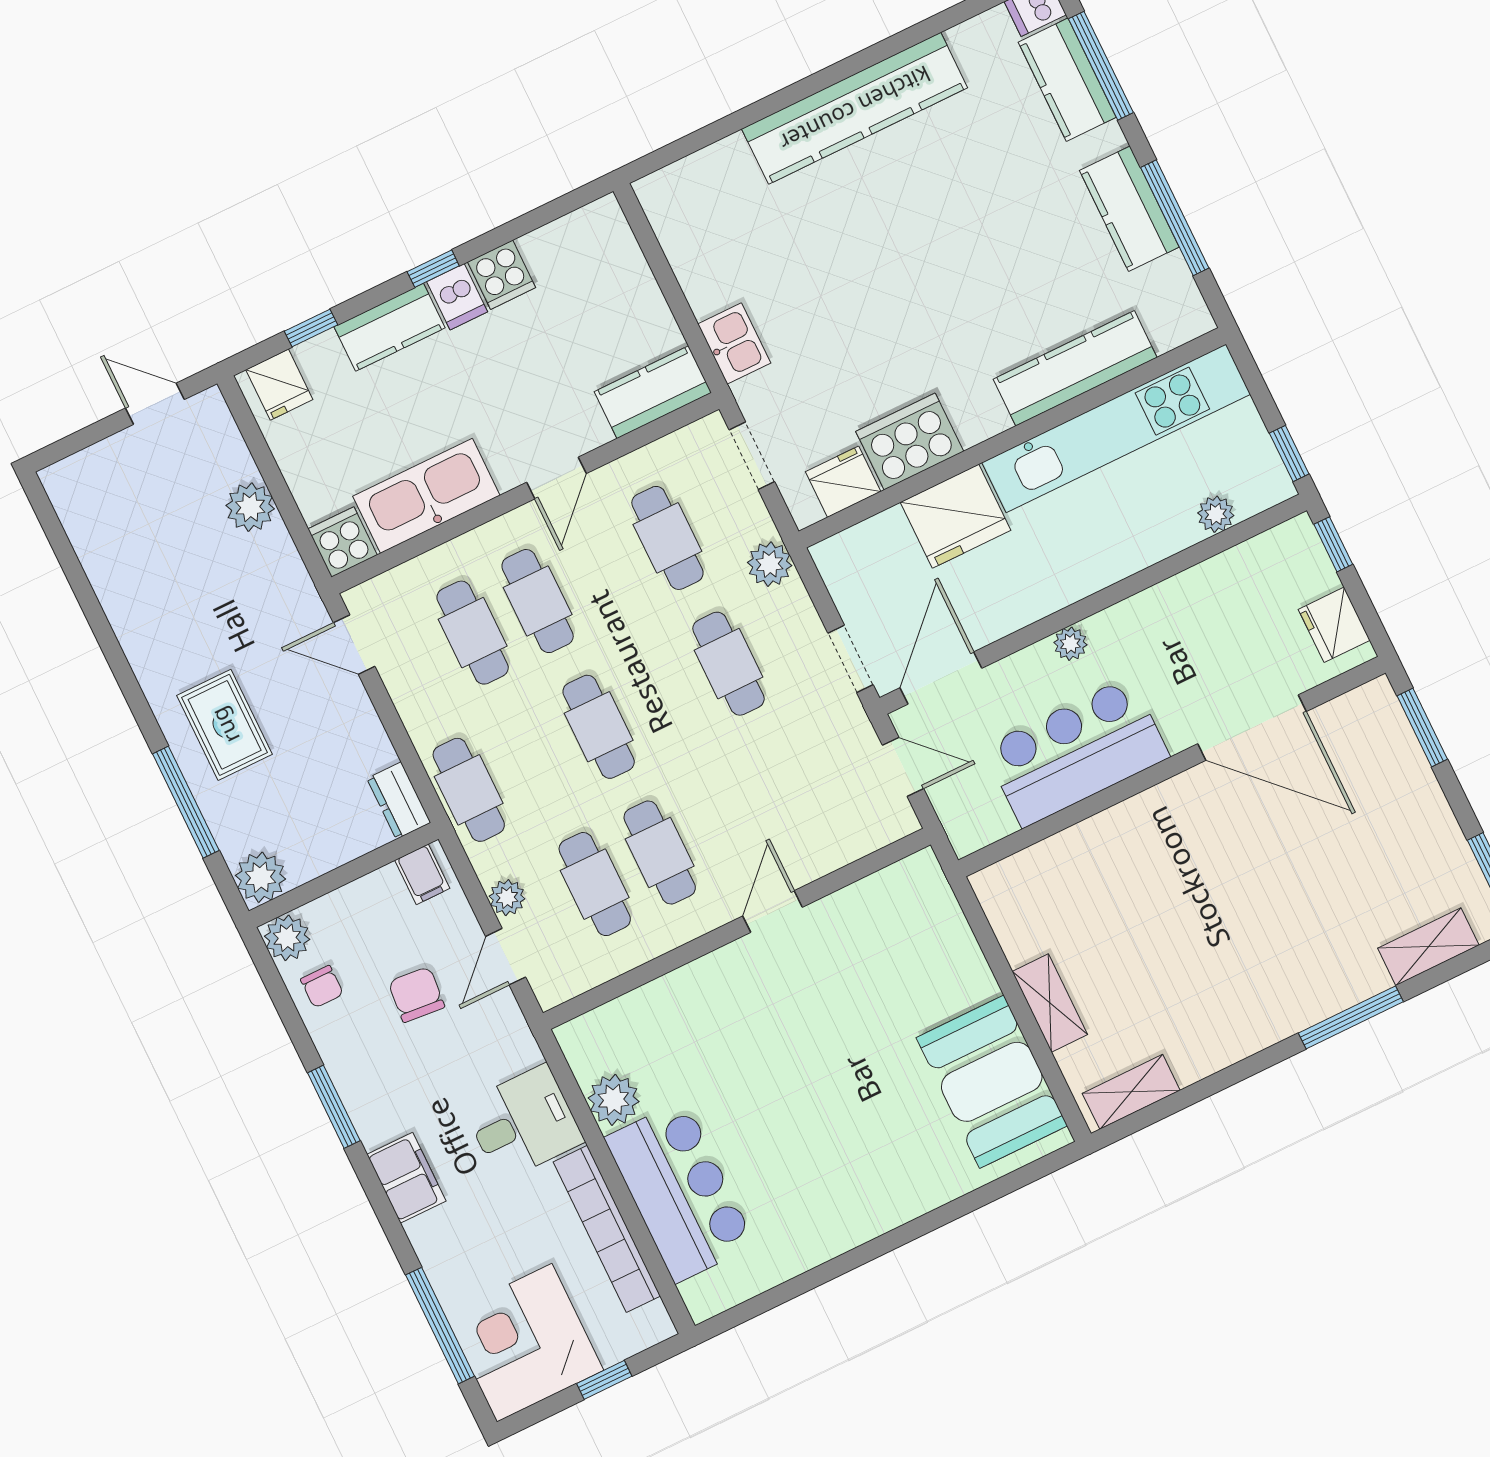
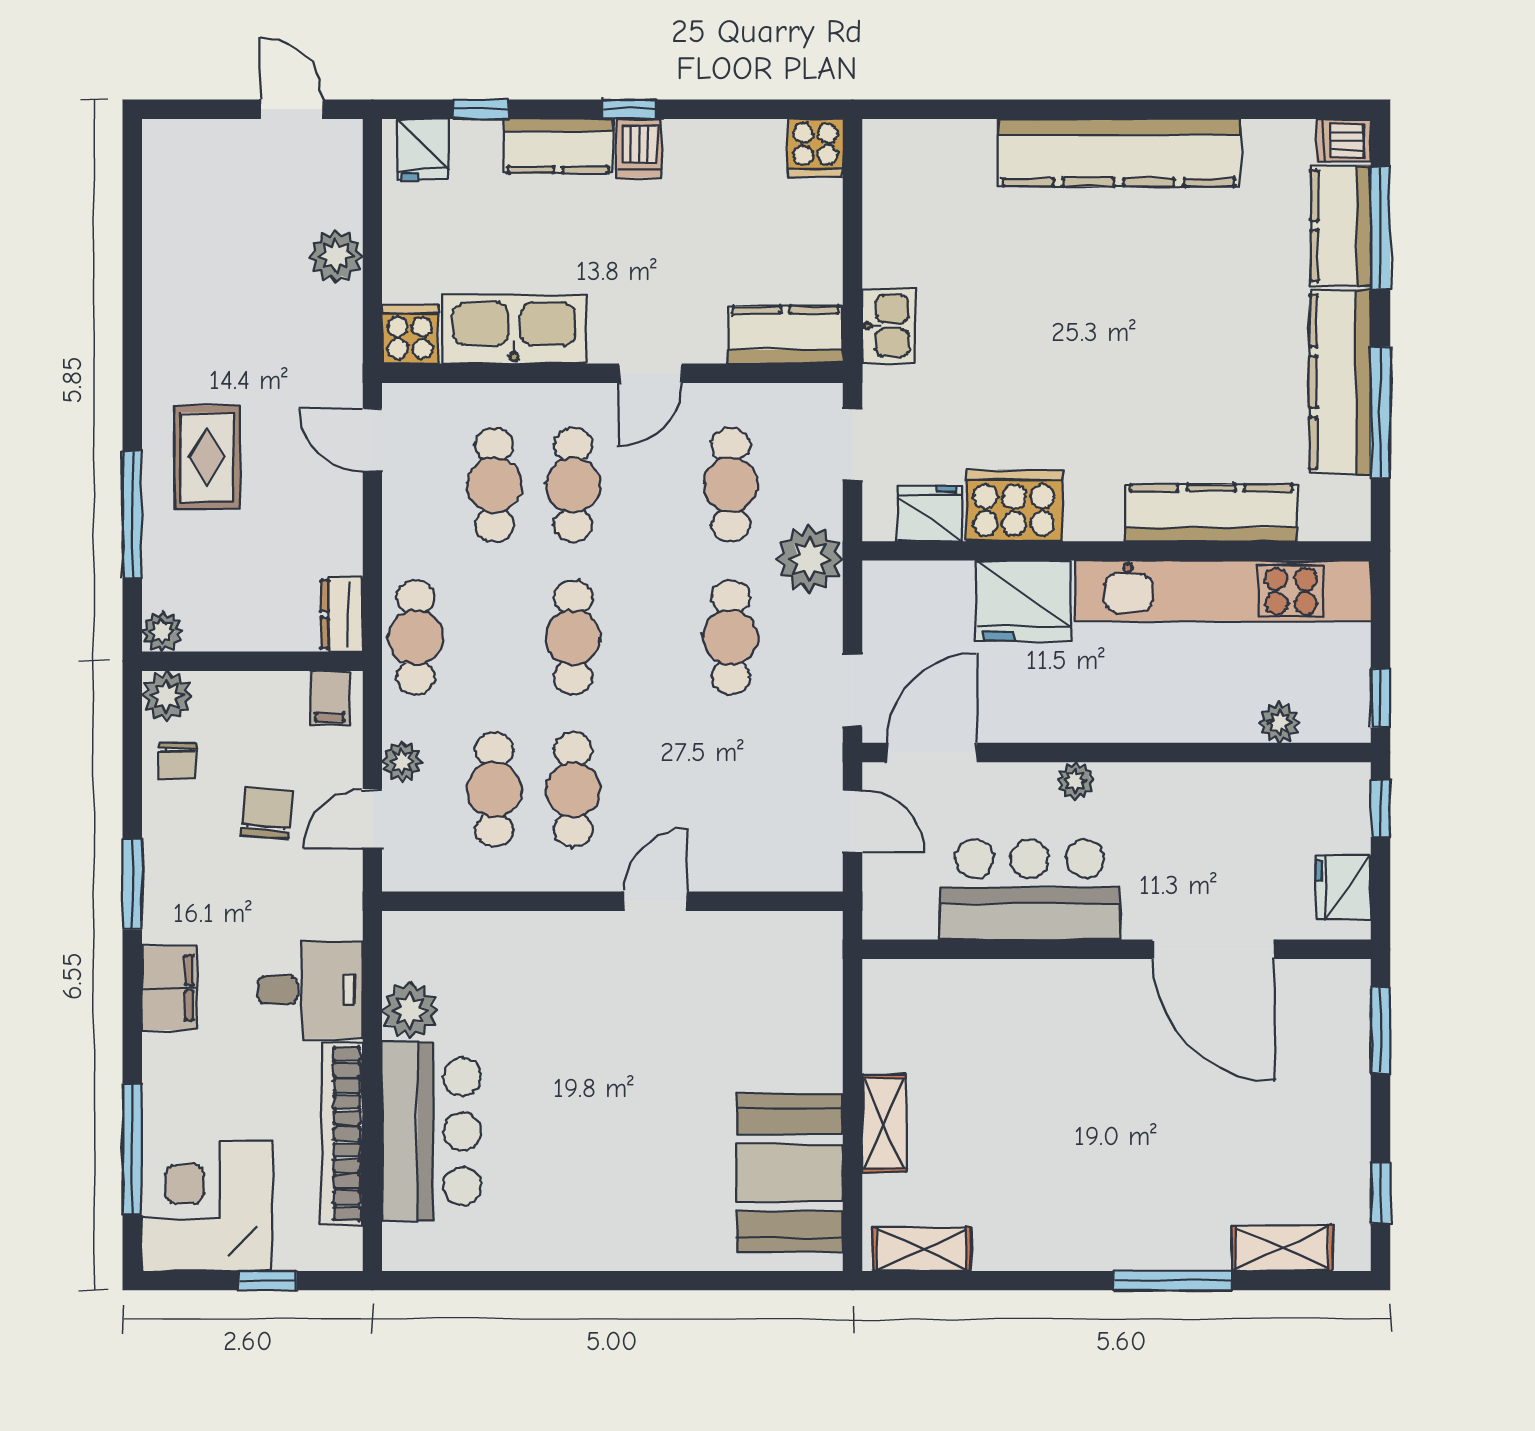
kitchen counter: (1129, 209) -> (1340, 382), width x1.50
cooker: (502, 275) -> (815, 148), moved
plant: (770, 564) -> (809, 559), width x1.36, depth x1.36
plant: (260, 877) -> (162, 631), width x0.73, depth x0.73

